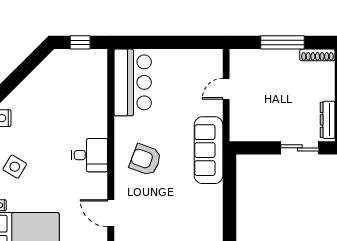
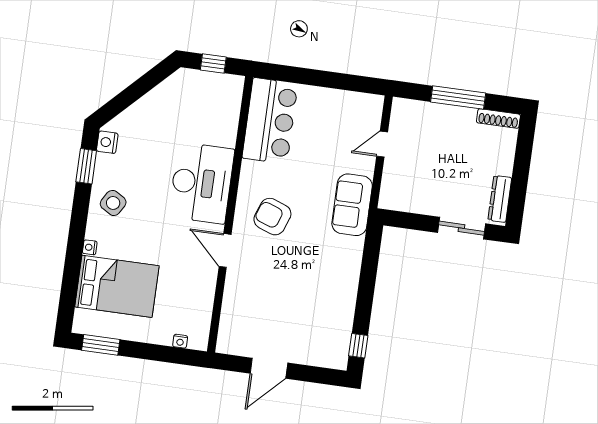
sofa: (209, 150) -> (352, 205), width x0.73
desk: (89, 155) -> (201, 183), width x1.87, depth x1.30
door: (111, 213) -> (225, 250), moved

